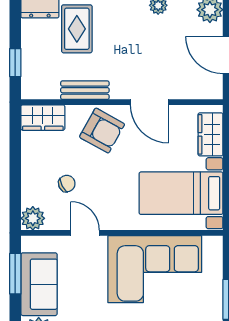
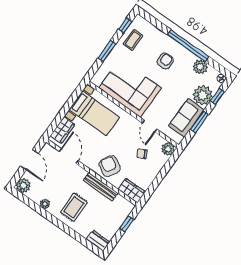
rug: (77, 29) -> (74, 207), moved
bench: (85, 90) -> (101, 187), width x1.36
door: (150, 102) -> (69, 156), moved
window: (15, 274) -> (199, 122), moved

